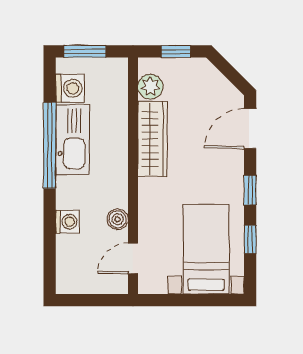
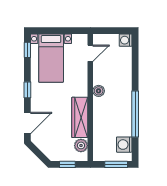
kitchen sink: (73, 140) -> (123, 117), removed
boiler: (118, 219) -> (99, 91), moved
washing machine: (67, 222) -> (126, 40), moved
window: (250, 239) -> (27, 50), moved

